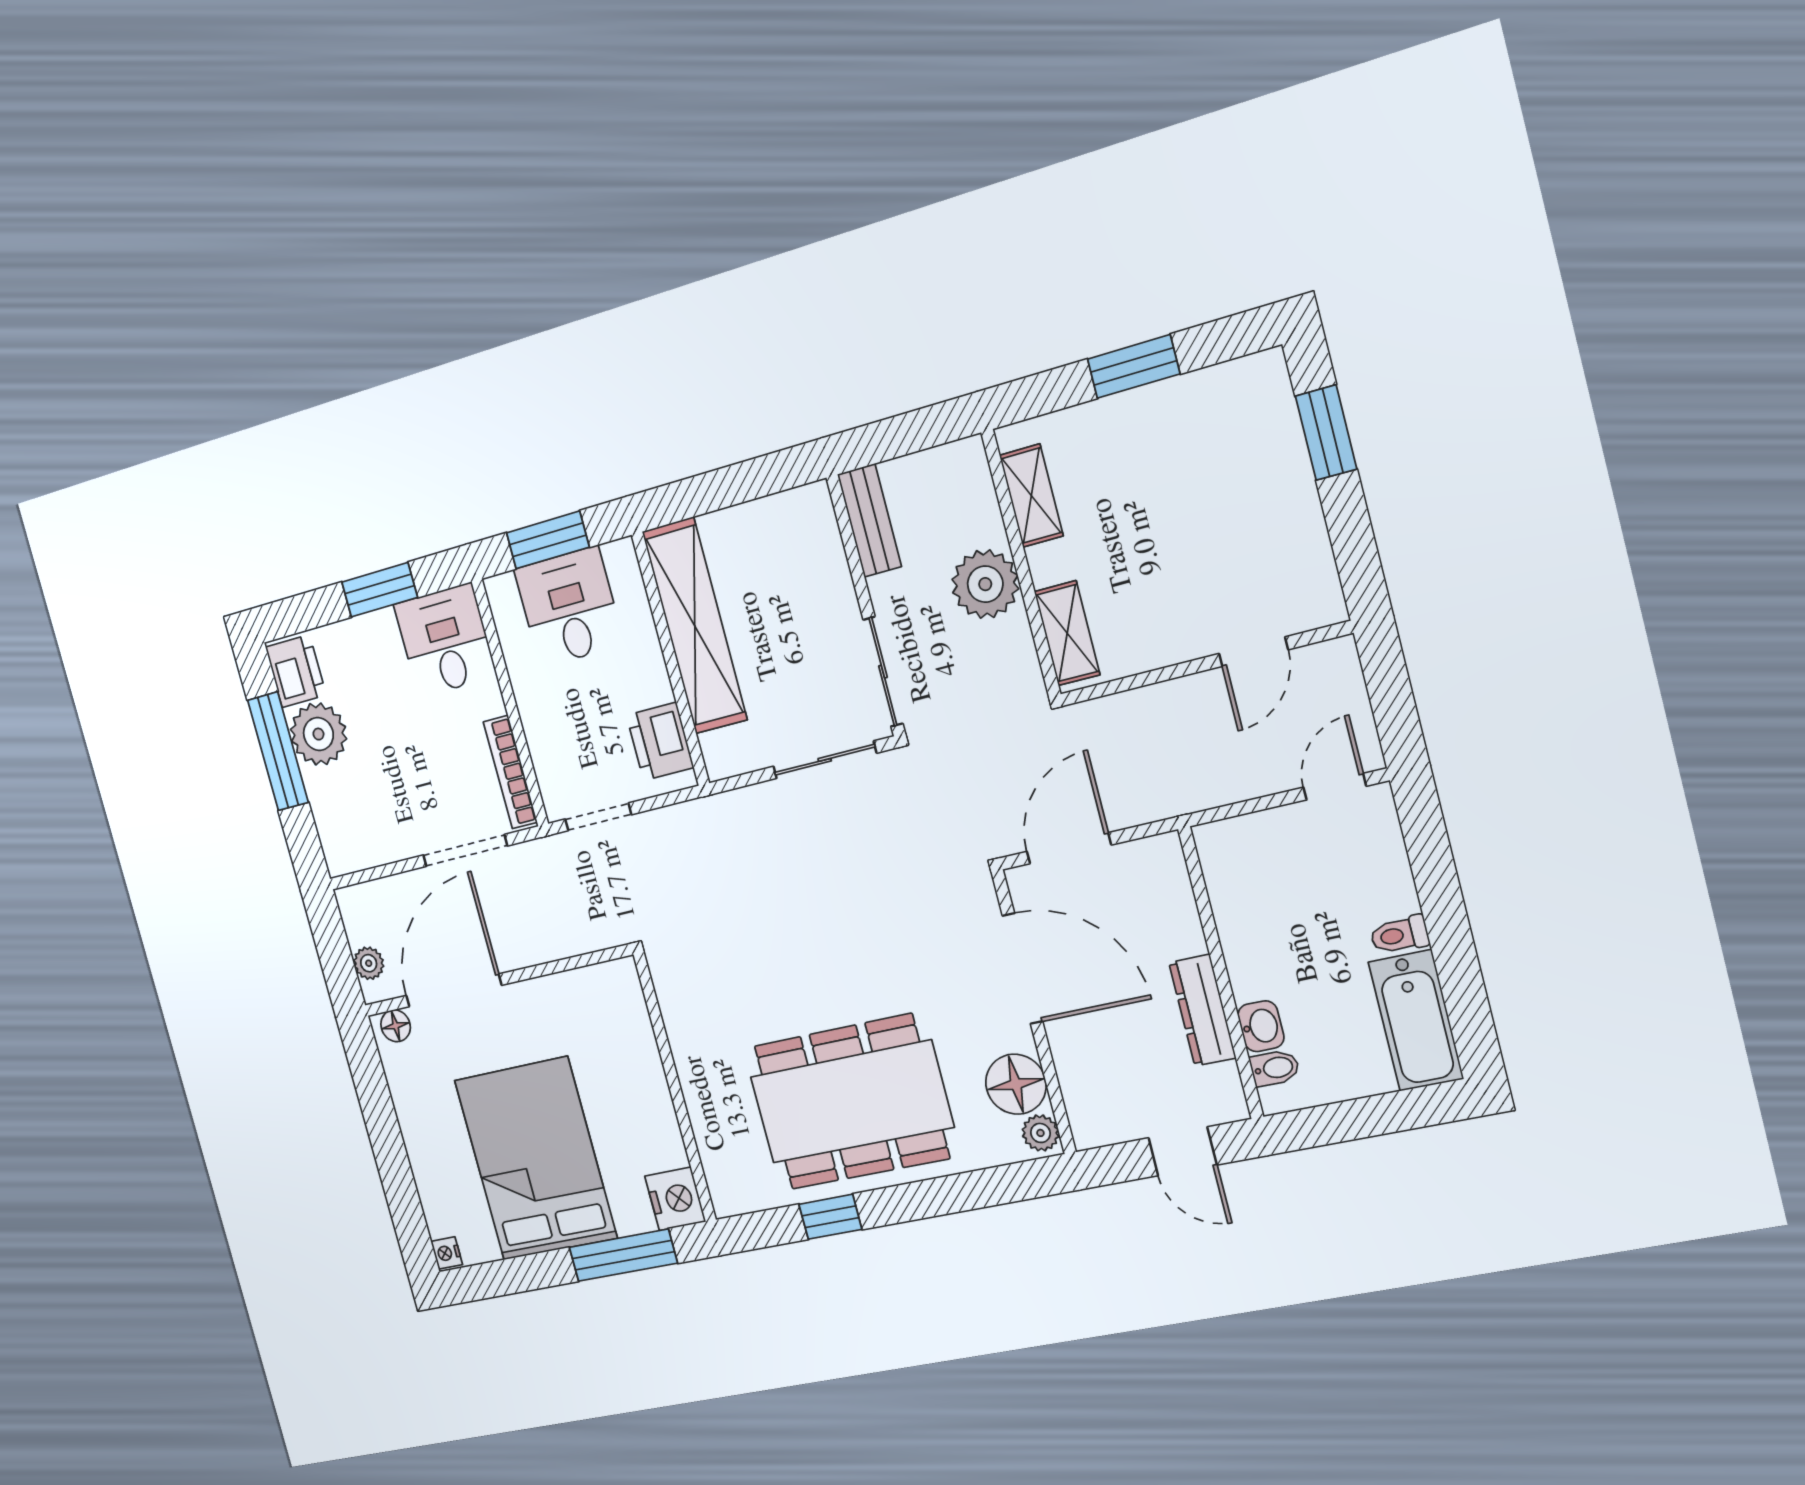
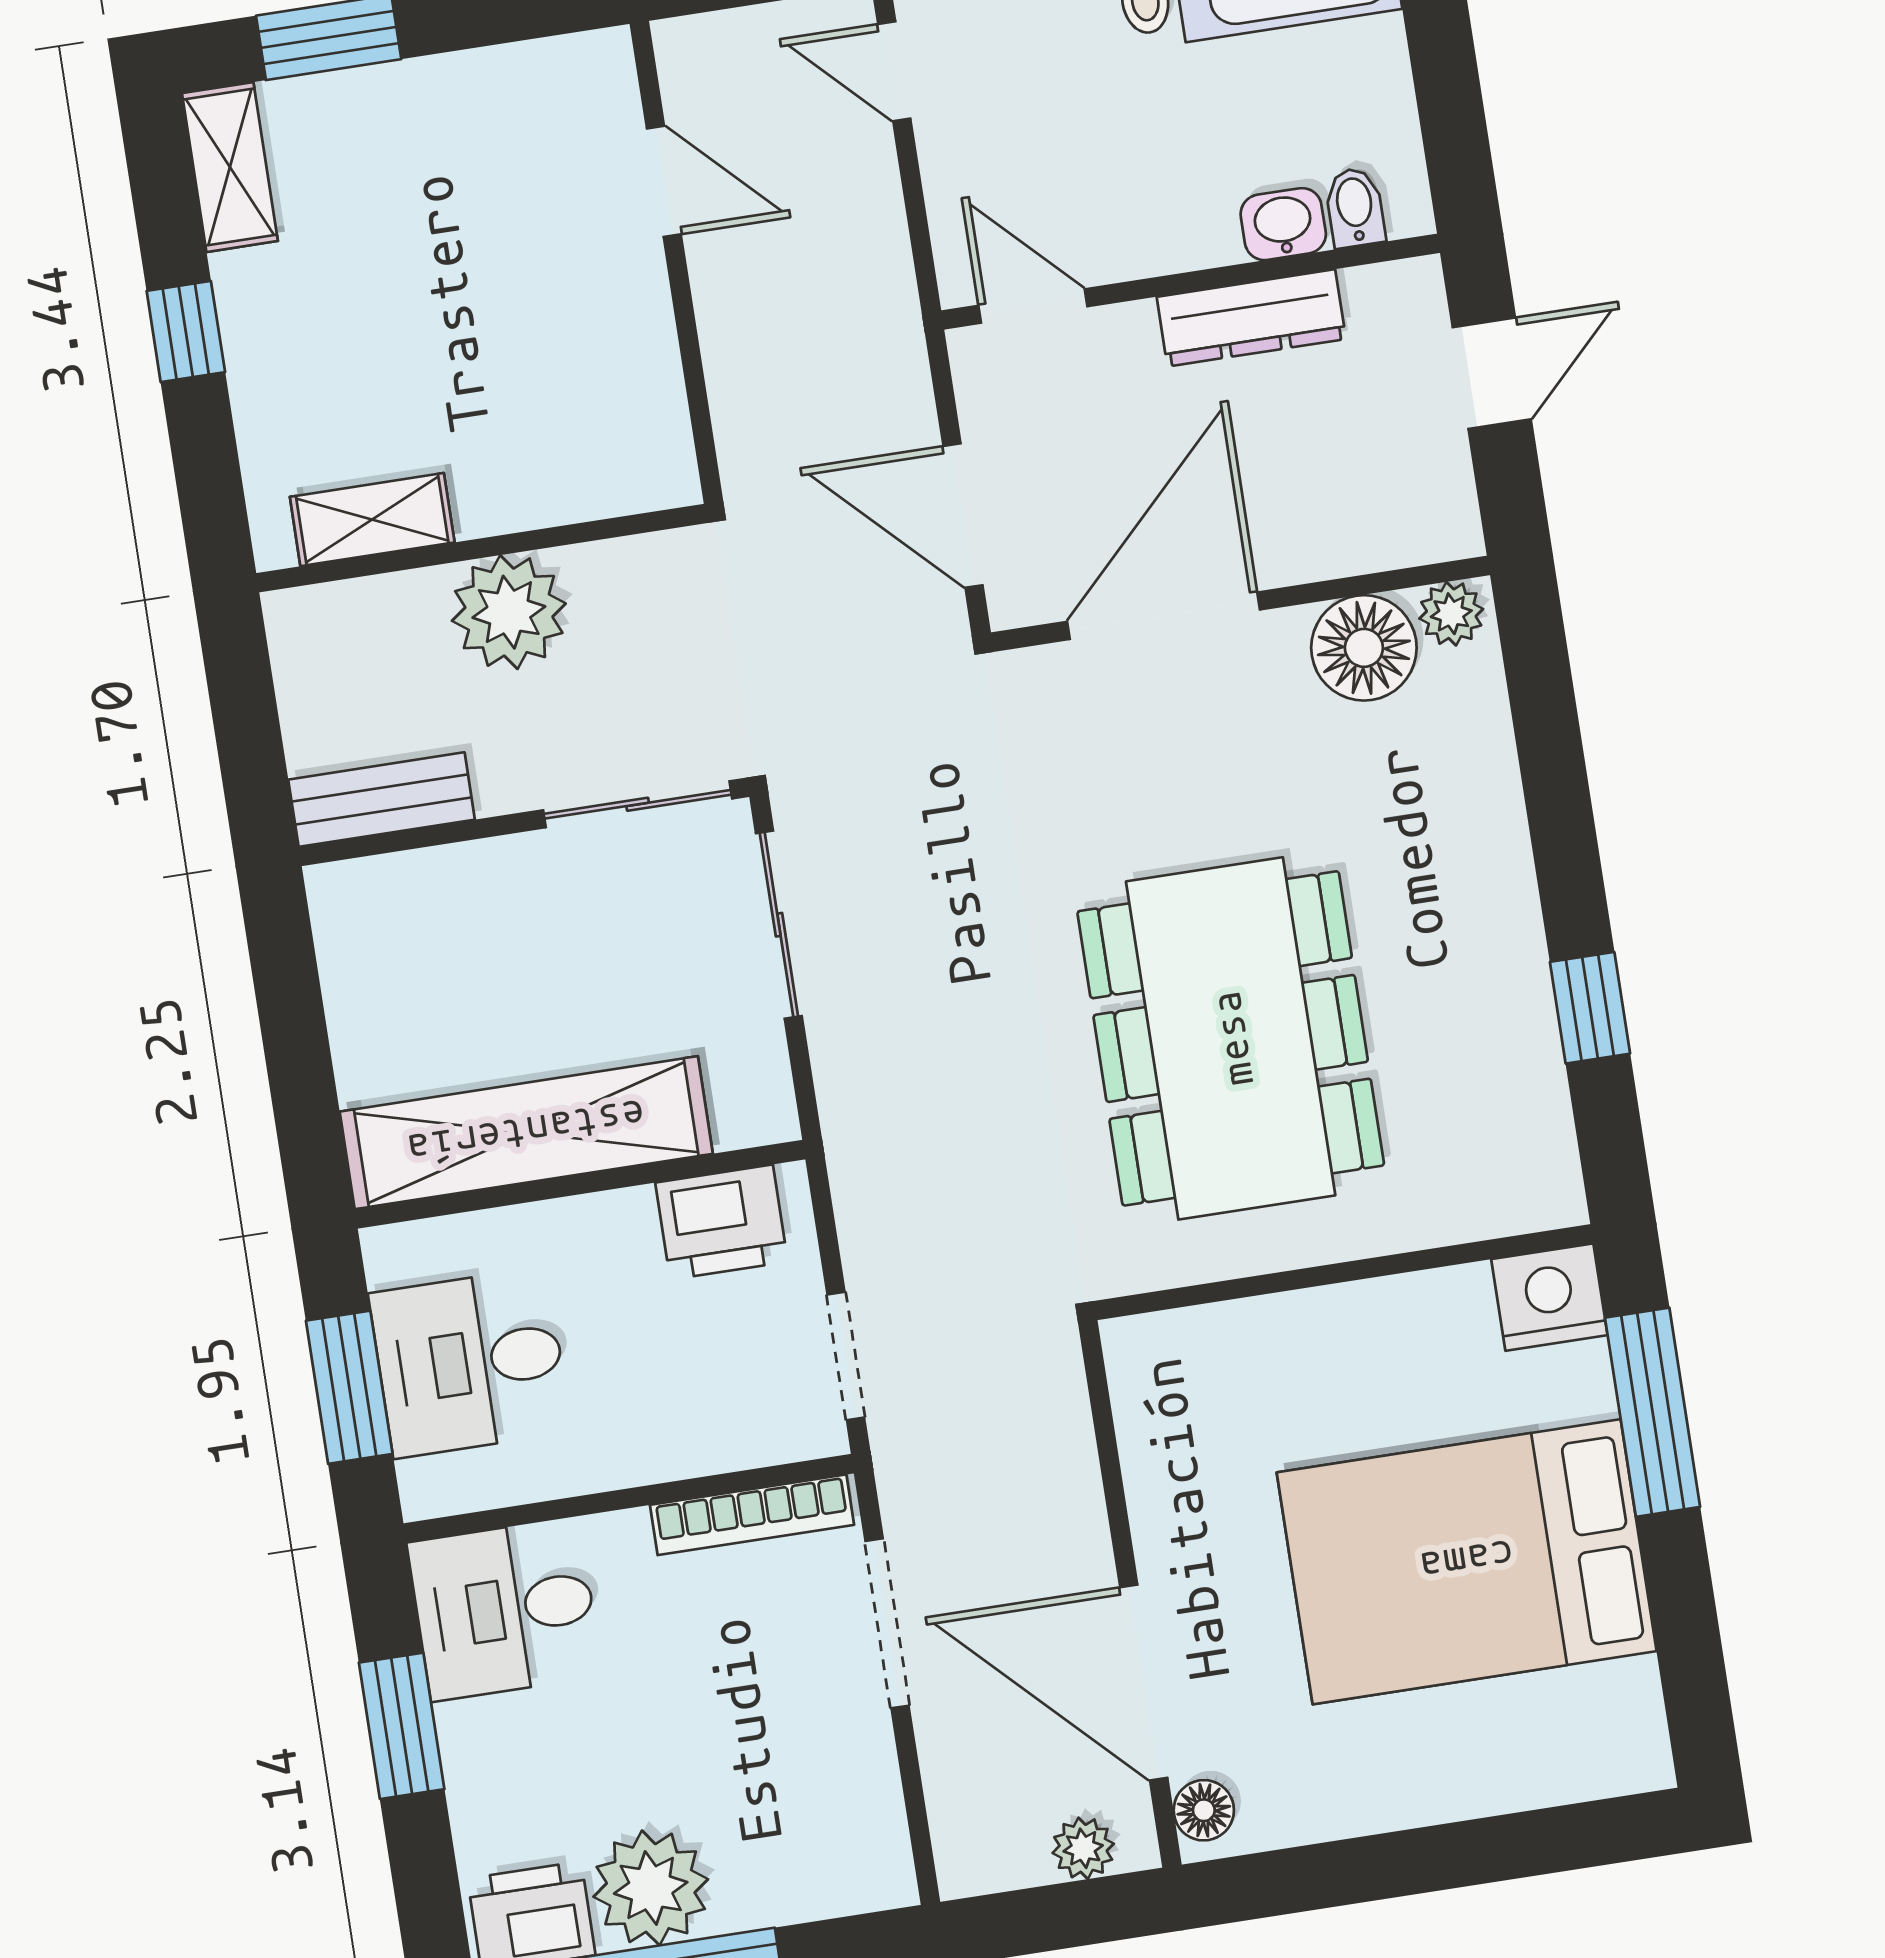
window: (1134, 366) -> (186, 332), width x0.67
shelving: (1067, 633) -> (230, 167), moved, turned 90
door: (1197, 881) -> (1033, 306), added
dining table: (852, 1102) -> (1231, 1038), moved
nightstand: (447, 1253) -> (1641, 1767), removed

